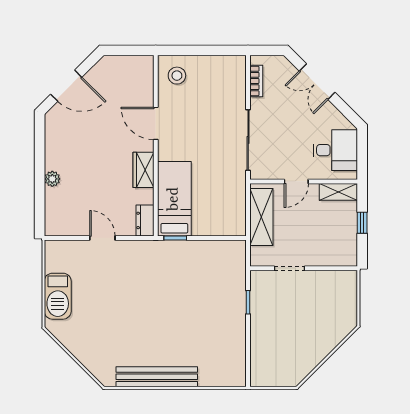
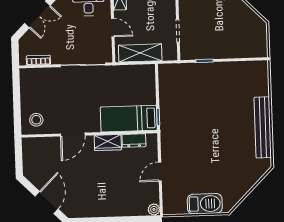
plant: (52, 179) -> (154, 209), moved
dresser: (145, 220) -> (134, 141), moved

